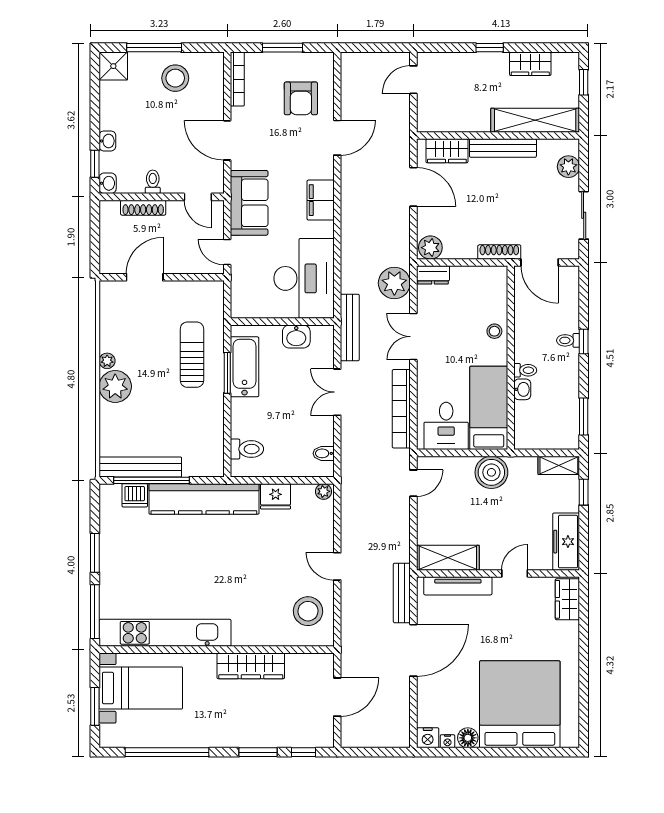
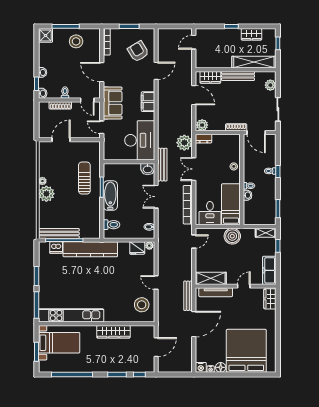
armchair: (301, 98) -> (138, 51), turned 149
washbasin: (296, 337) -> (148, 169), moved
bathtub: (245, 367) -> (110, 196), moved
fridge: (276, 496) -> (137, 248), moved

